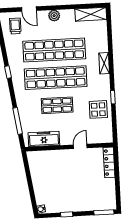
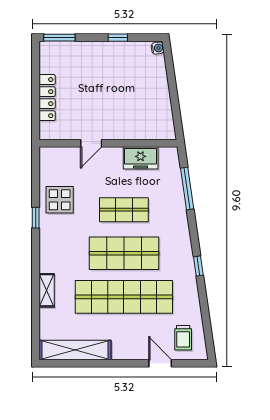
shelving: (91, 14) -> (75, 350), width x1.47
plant: (54, 16) -> (121, 351), removed
shelving: (104, 63) -> (47, 290), moved
shop shelf: (56, 78) -> (124, 253), width x0.71
freezer: (44, 139) -> (141, 158), width x0.71
locker: (109, 162) -> (47, 98), moved

